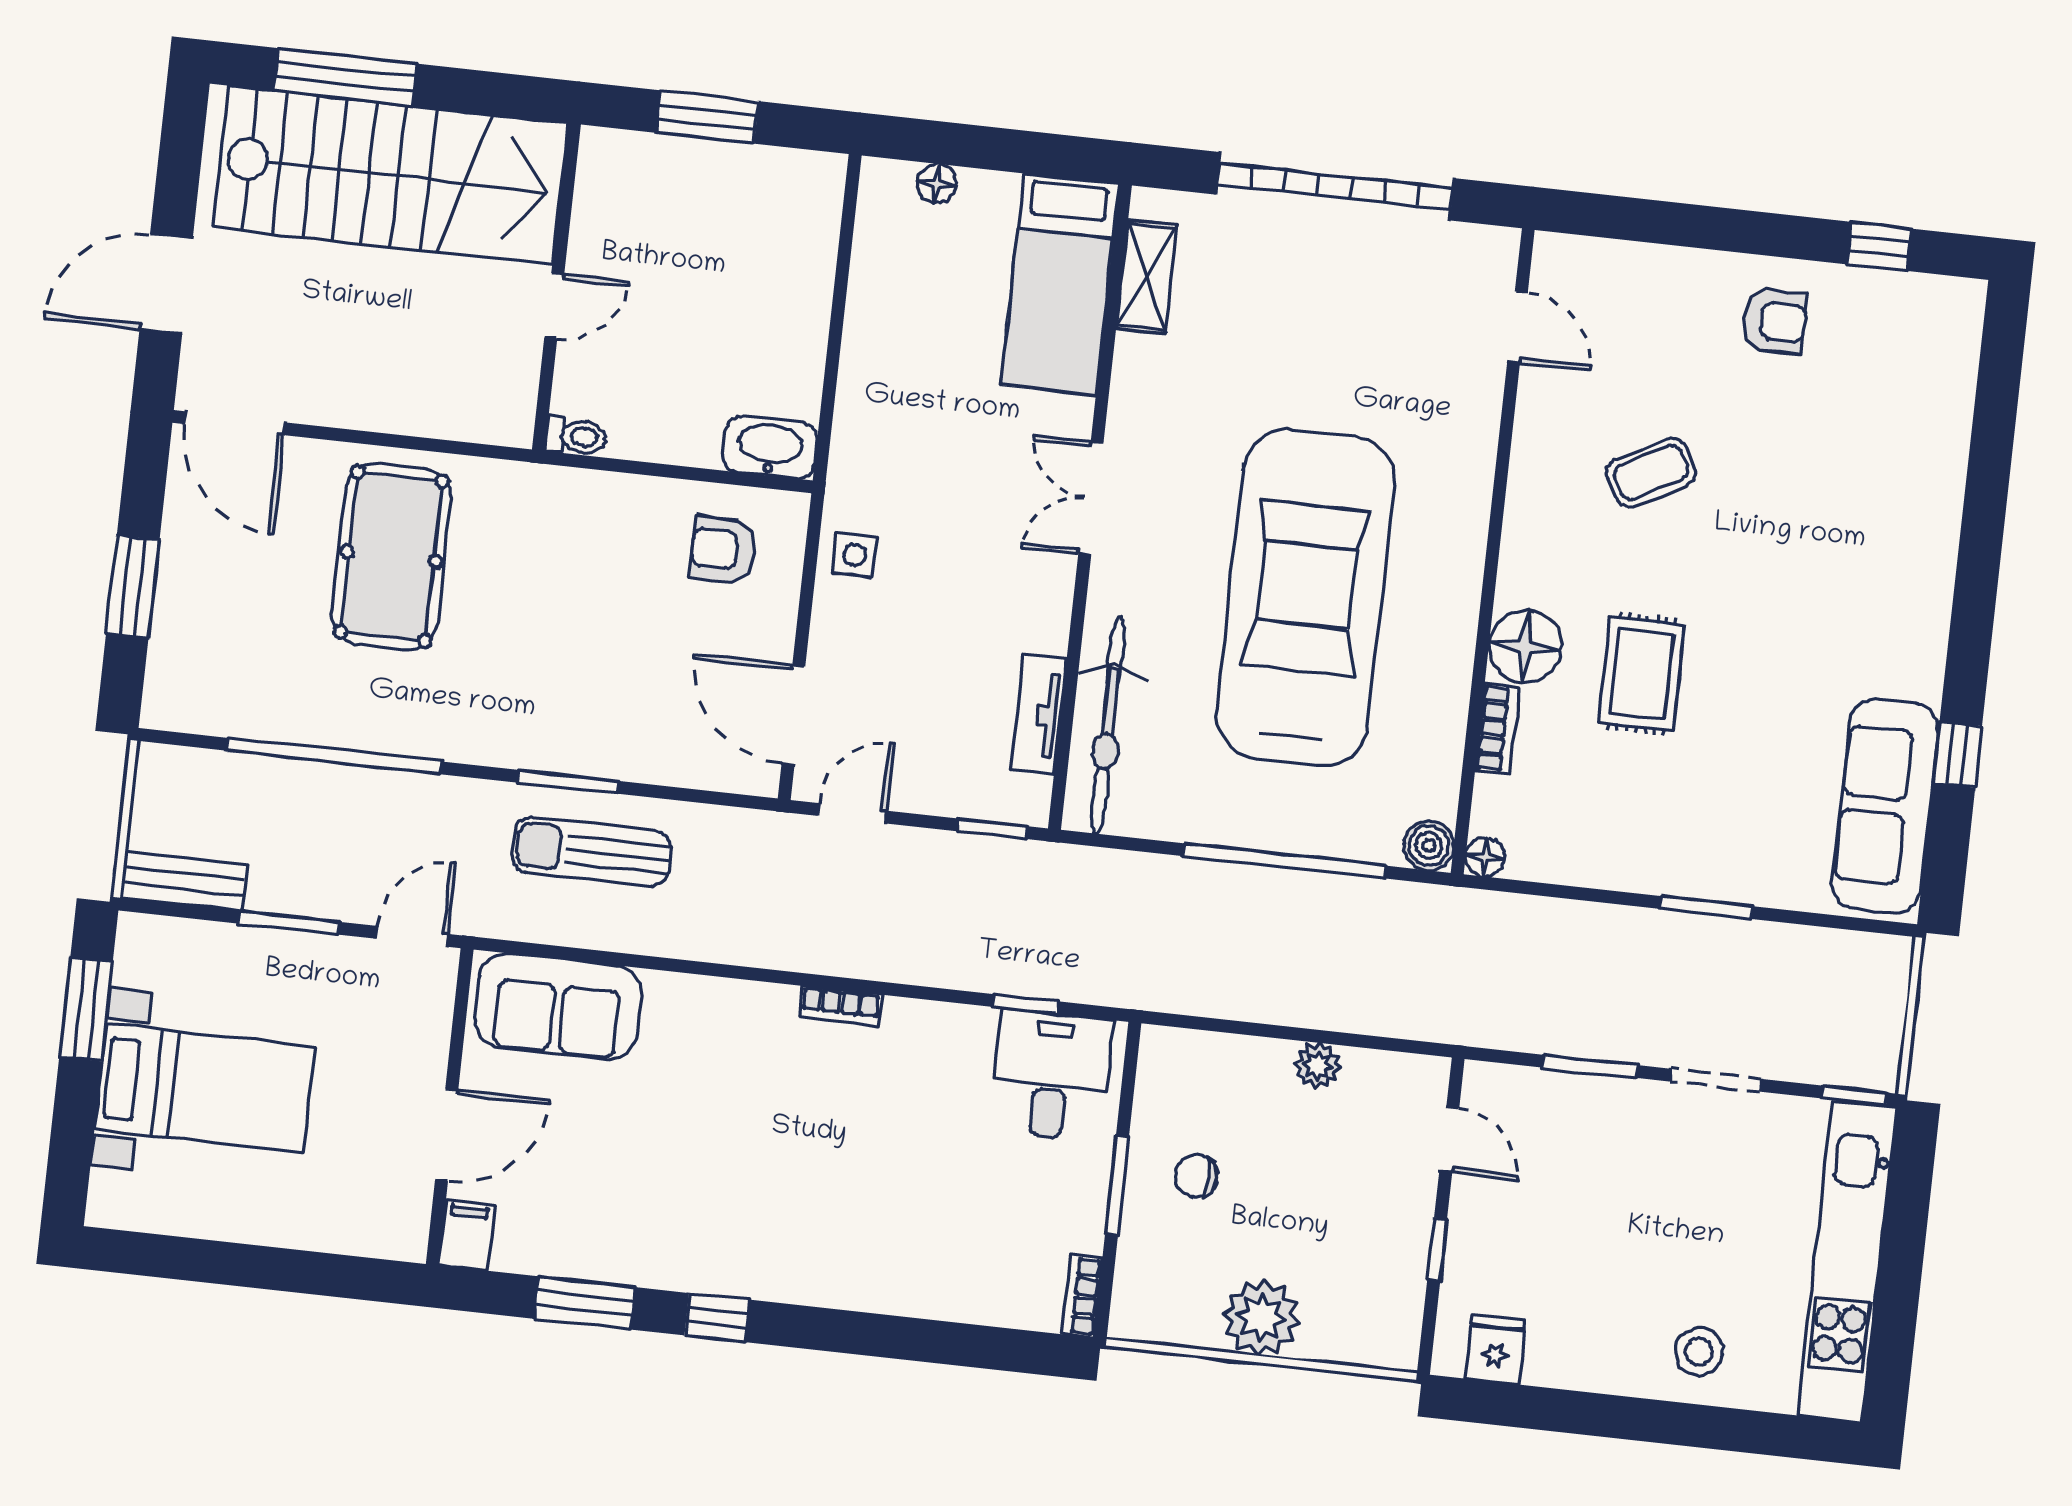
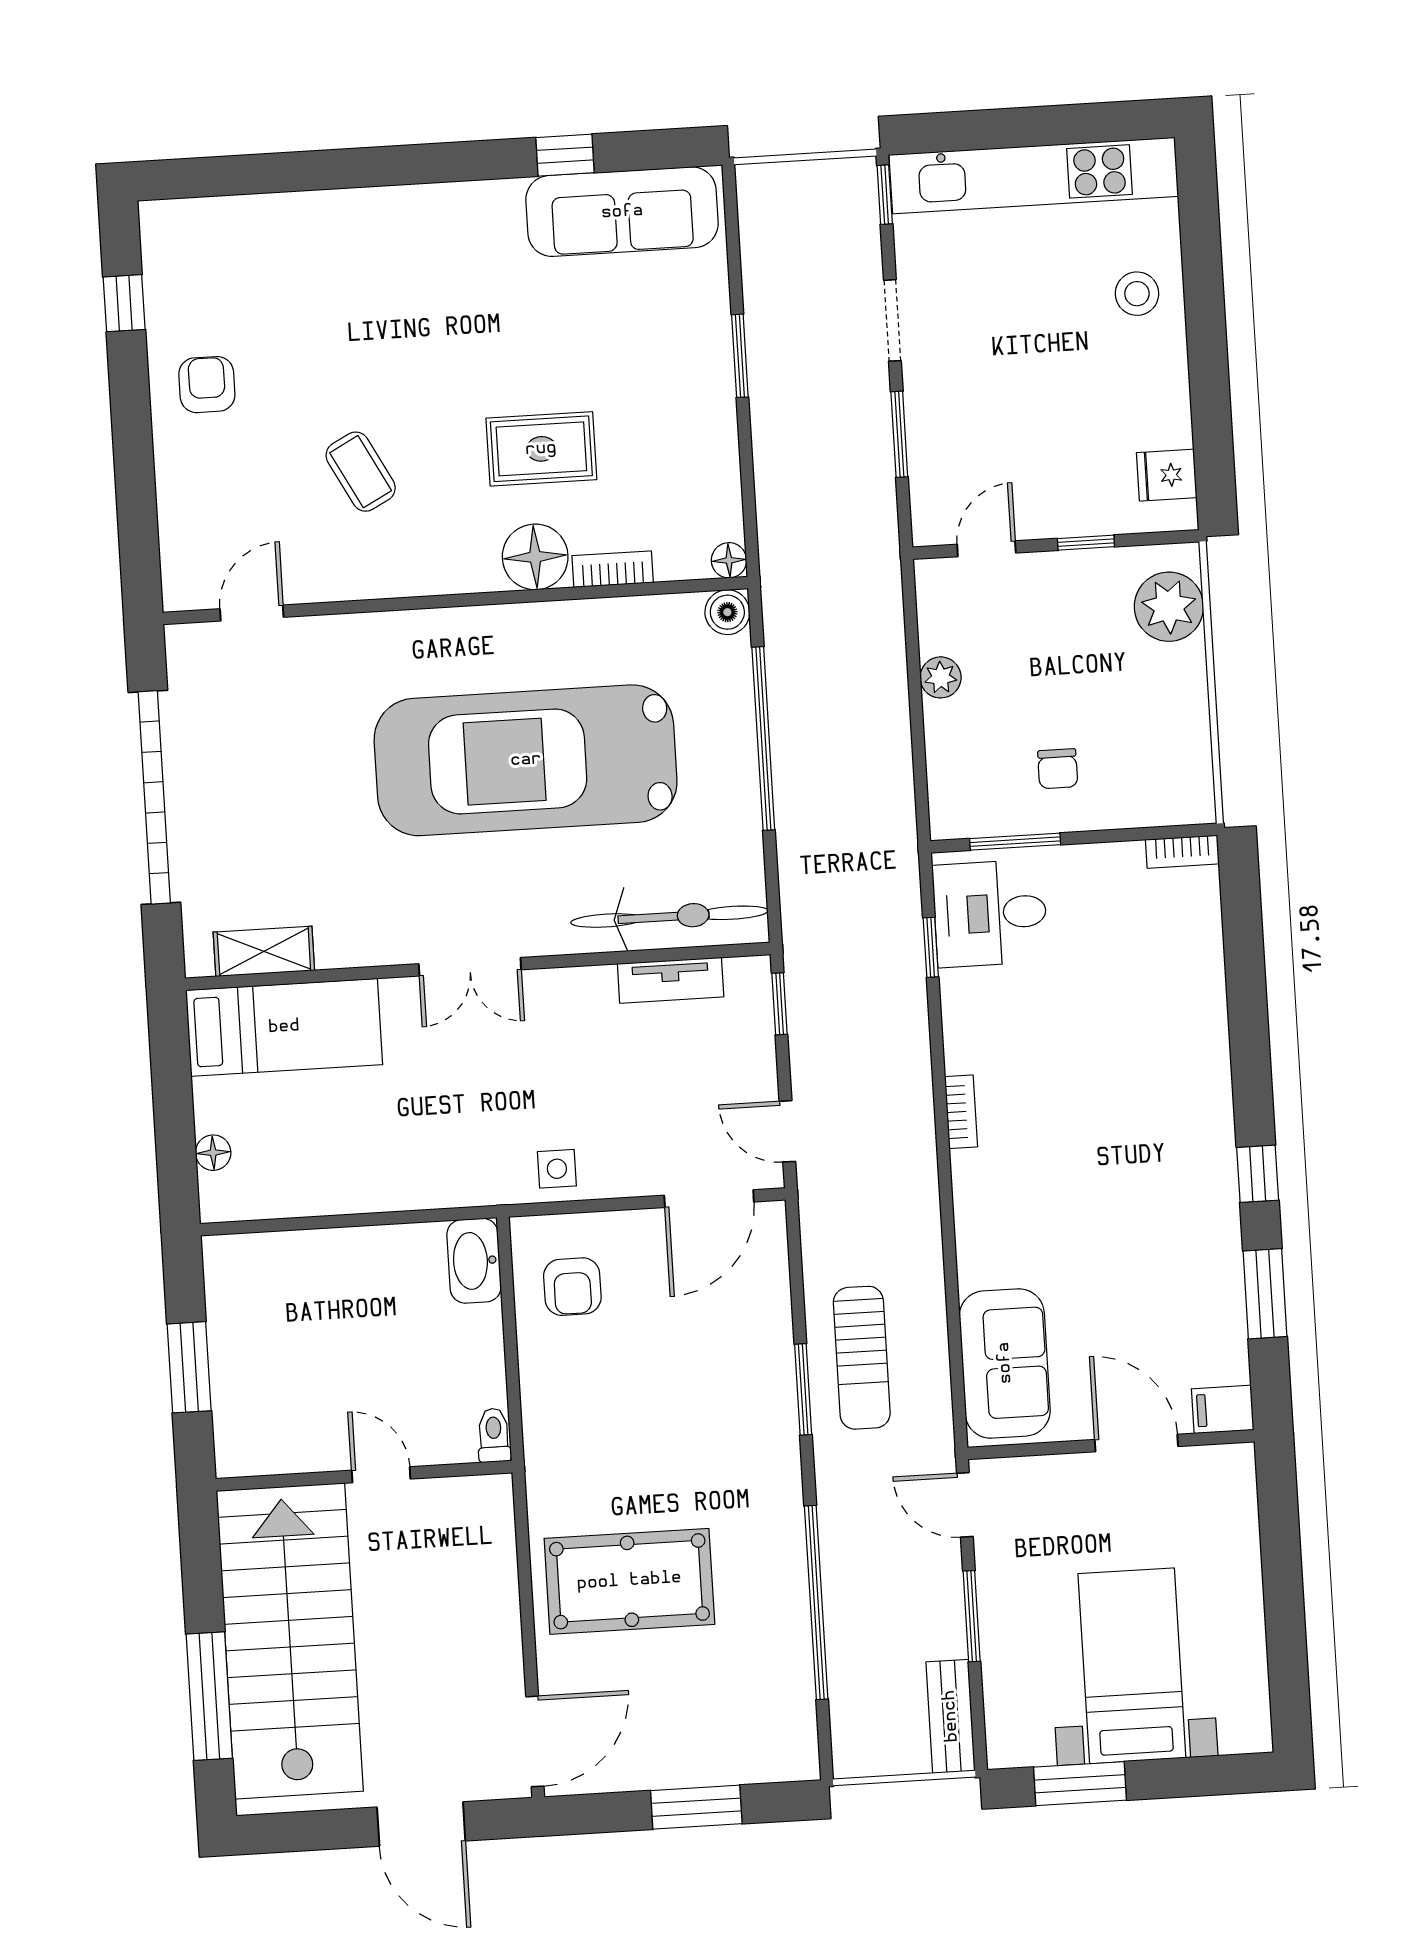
window: (1117, 1185) -> (1015, 842), moved
plant: (1261, 1318) -> (1169, 607), moved

